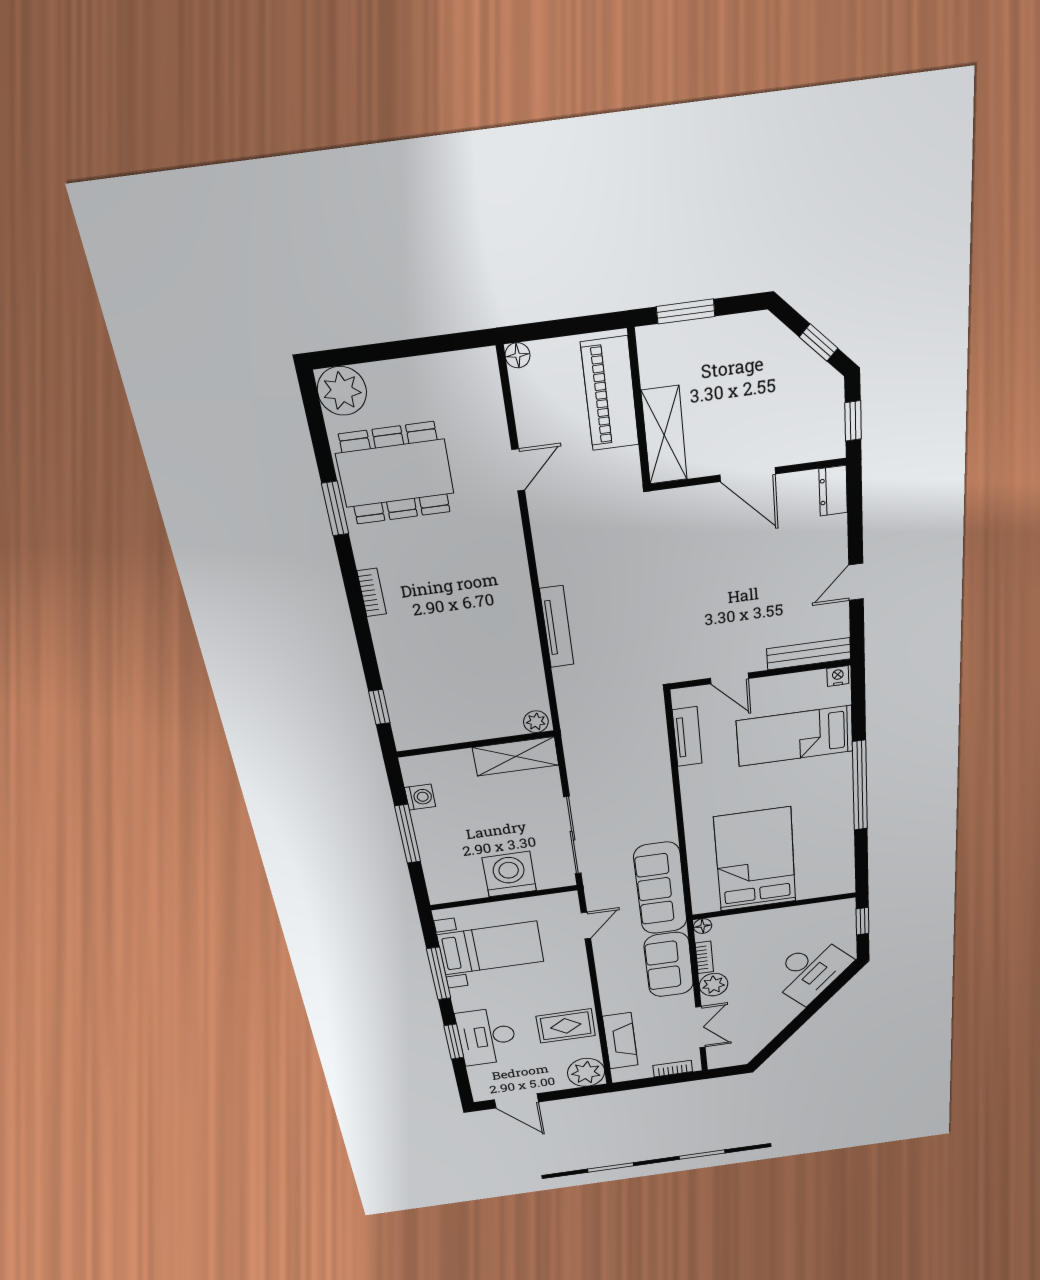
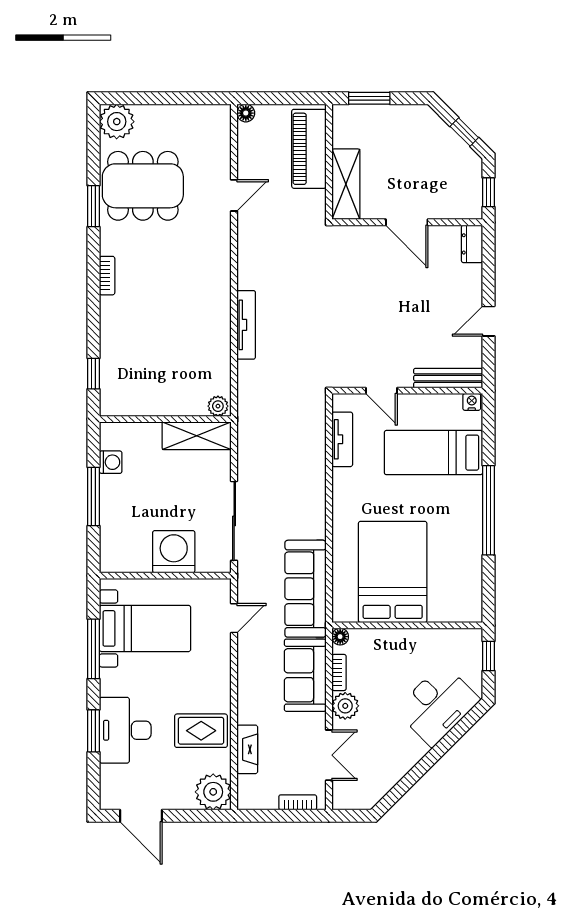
fireplace: (620, 1041) -> (247, 749), width x0.73, depth x0.76

